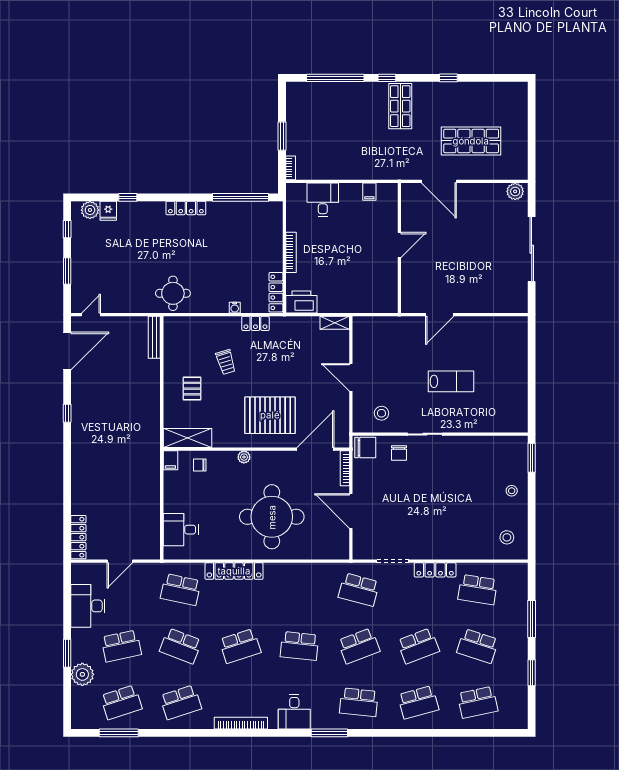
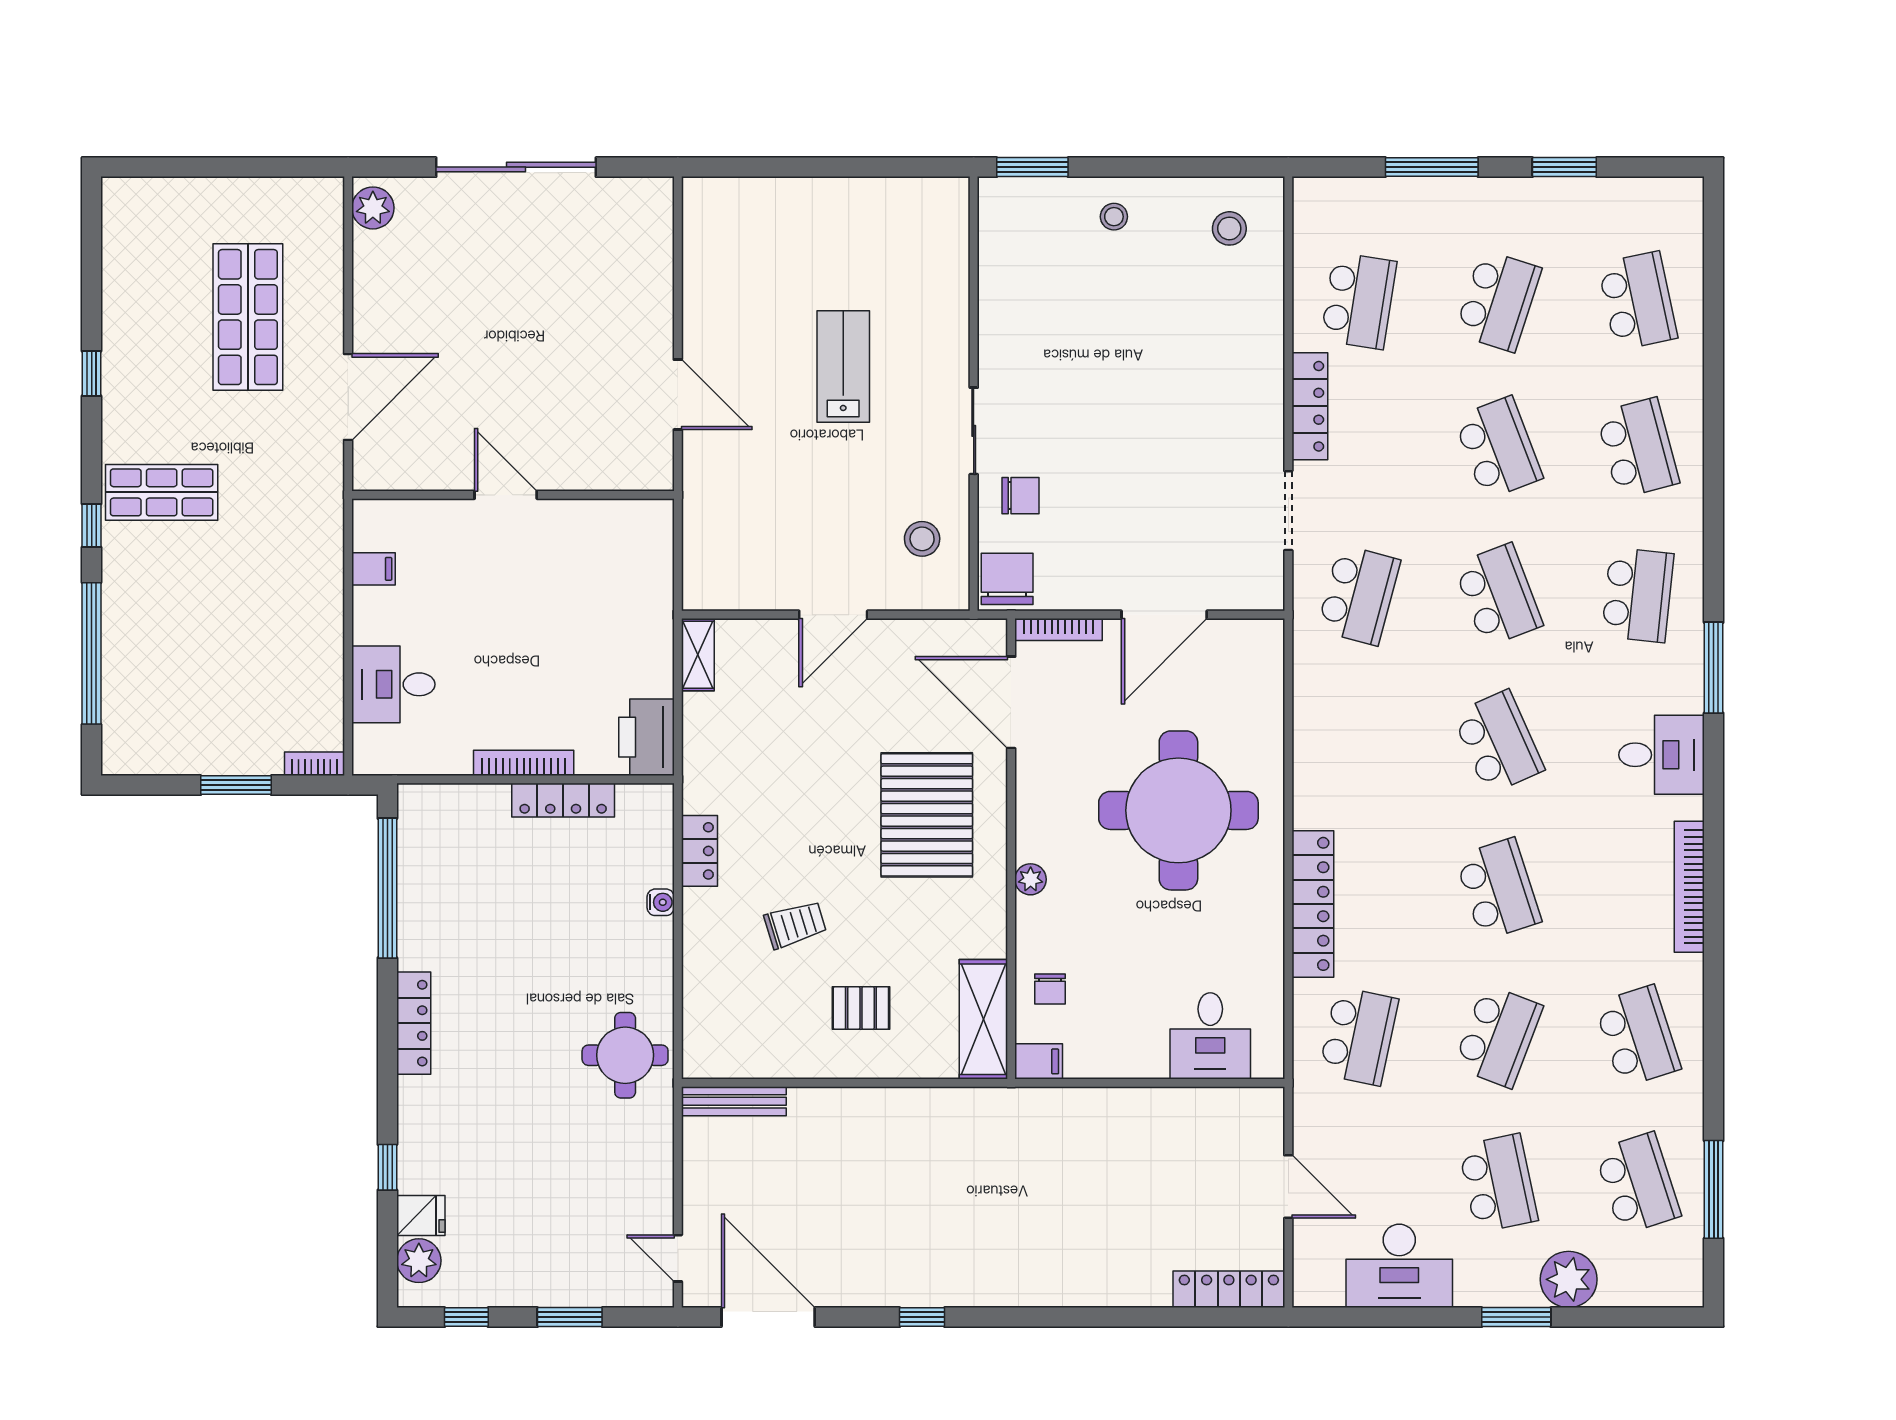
locker: (276, 292) -> (563, 800), moved
school desk: (299, 646) -> (1498, 742), turned -30

